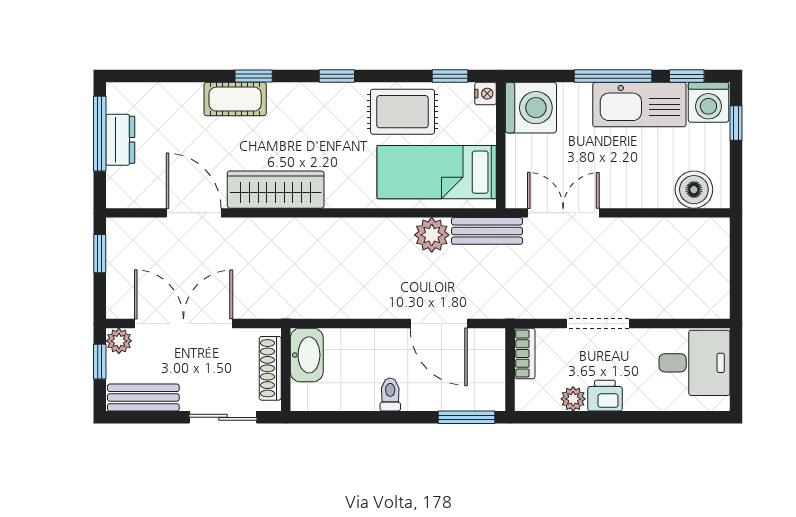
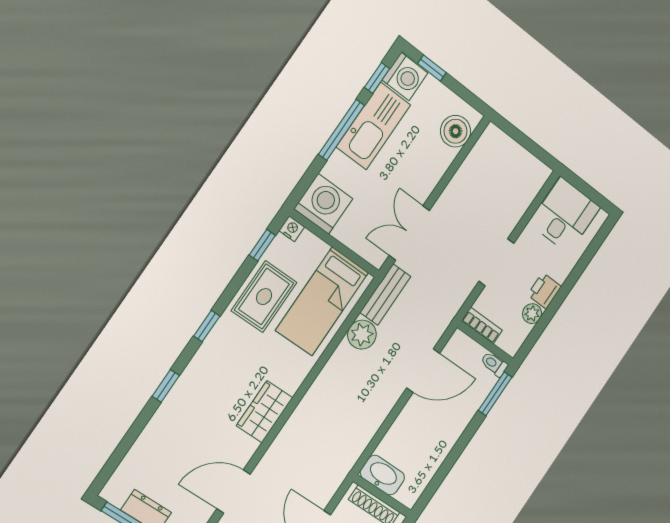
cot: (235, 99) -> (173, 410), removed
wardrobe: (276, 190) -> (265, 412), width x0.67
toilet: (390, 395) -> (494, 364), moved

